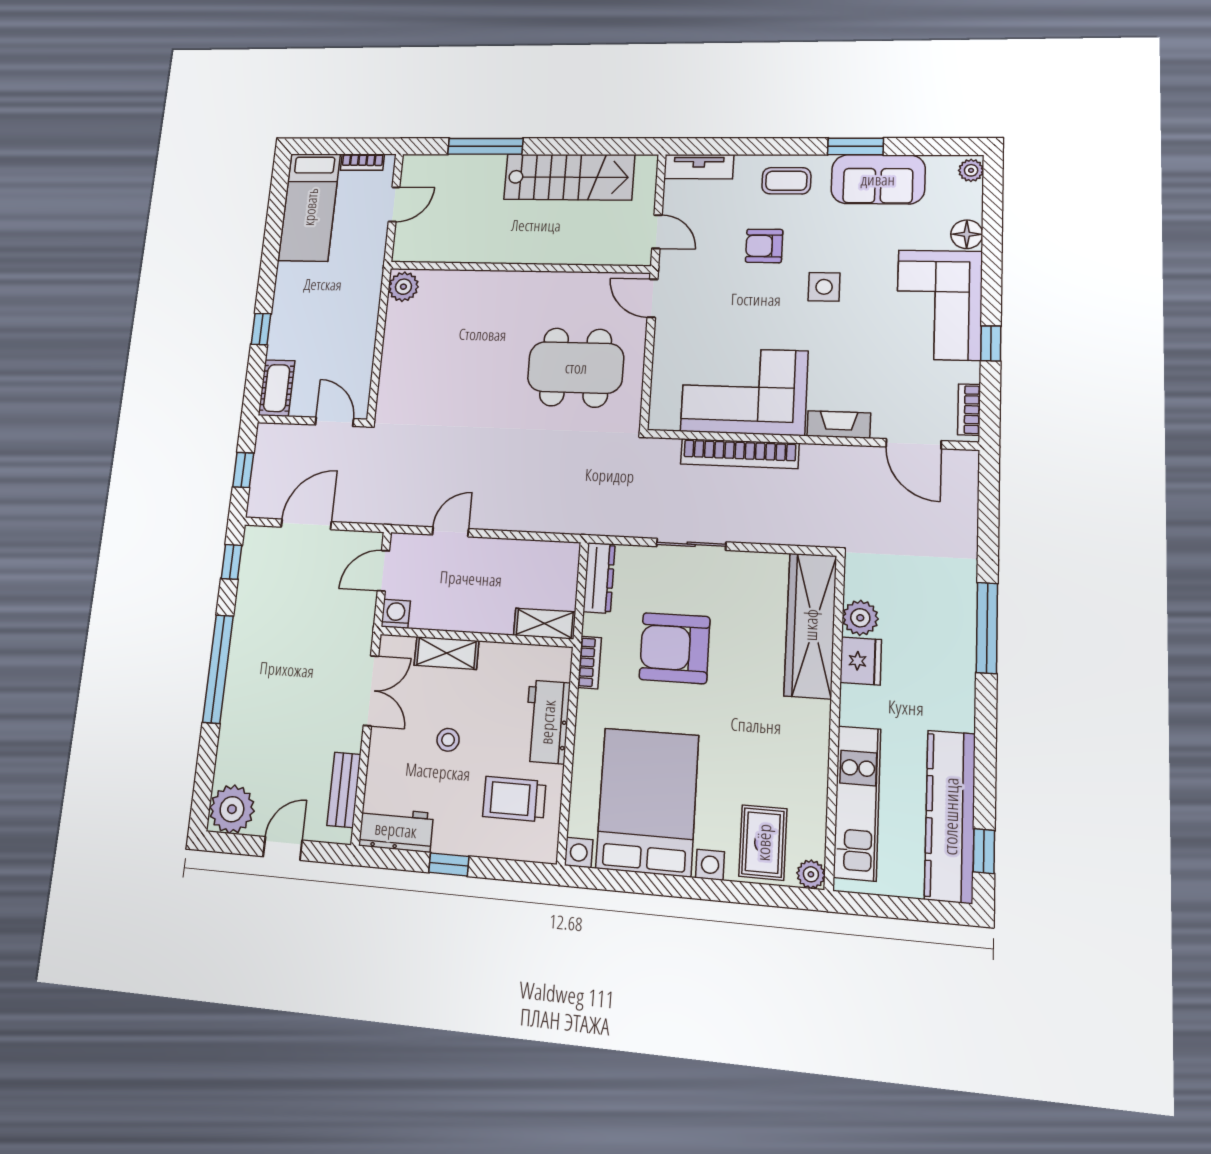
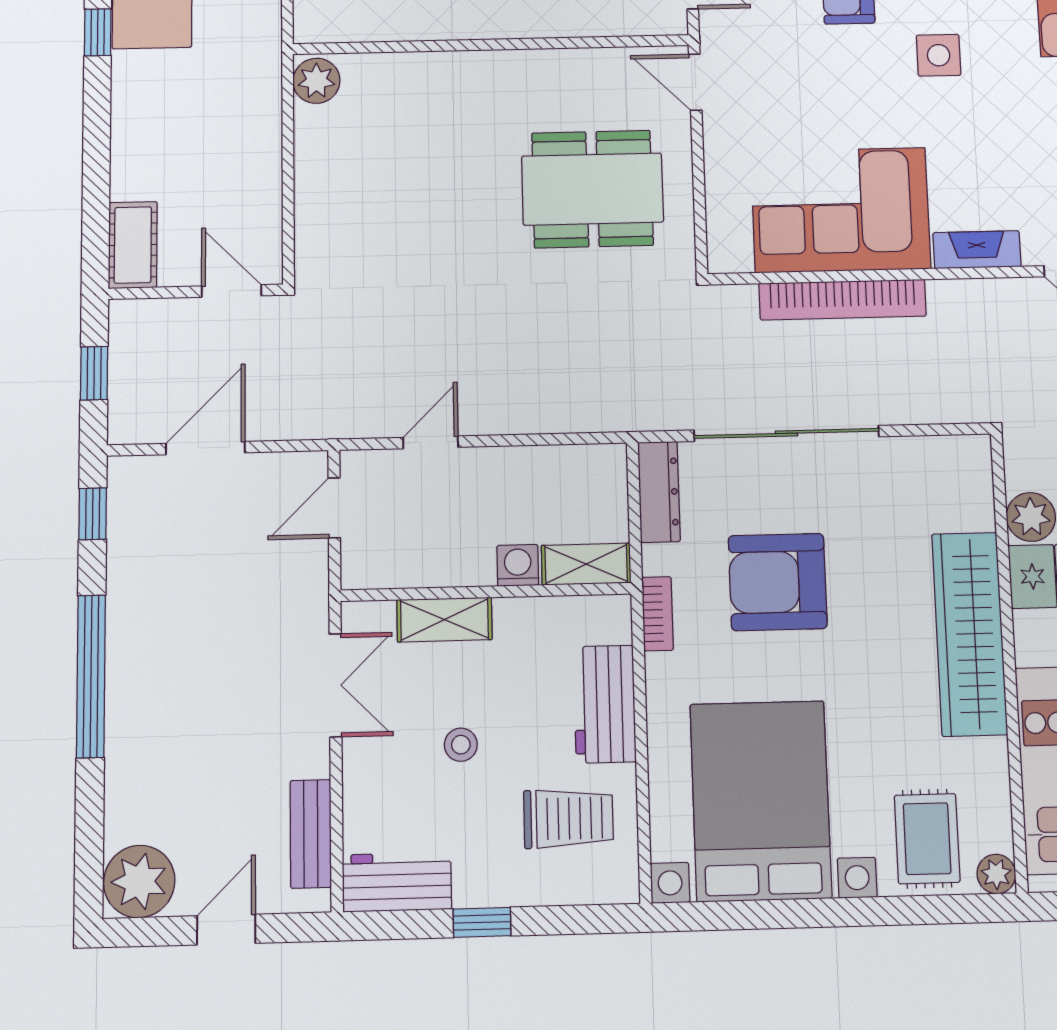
window: (261, 329) -> (98, 32), moved
sliding door: (691, 544) -> (786, 433), width x1.86
washing machine: (396, 614) -> (518, 565), moved
wardrobe: (810, 625) -> (969, 634), moved
trolley: (514, 799) -> (568, 818), turned 180

